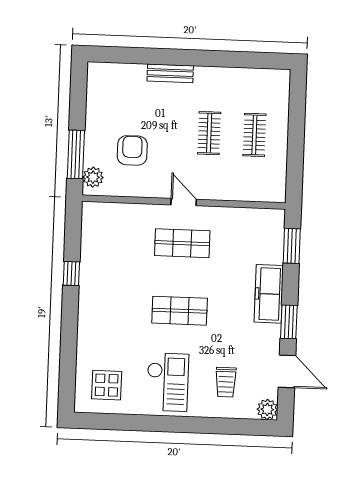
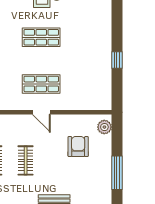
armchair: (132, 150) -> (78, 147), turned 180
window: (76, 154) -> (117, 173), moved

